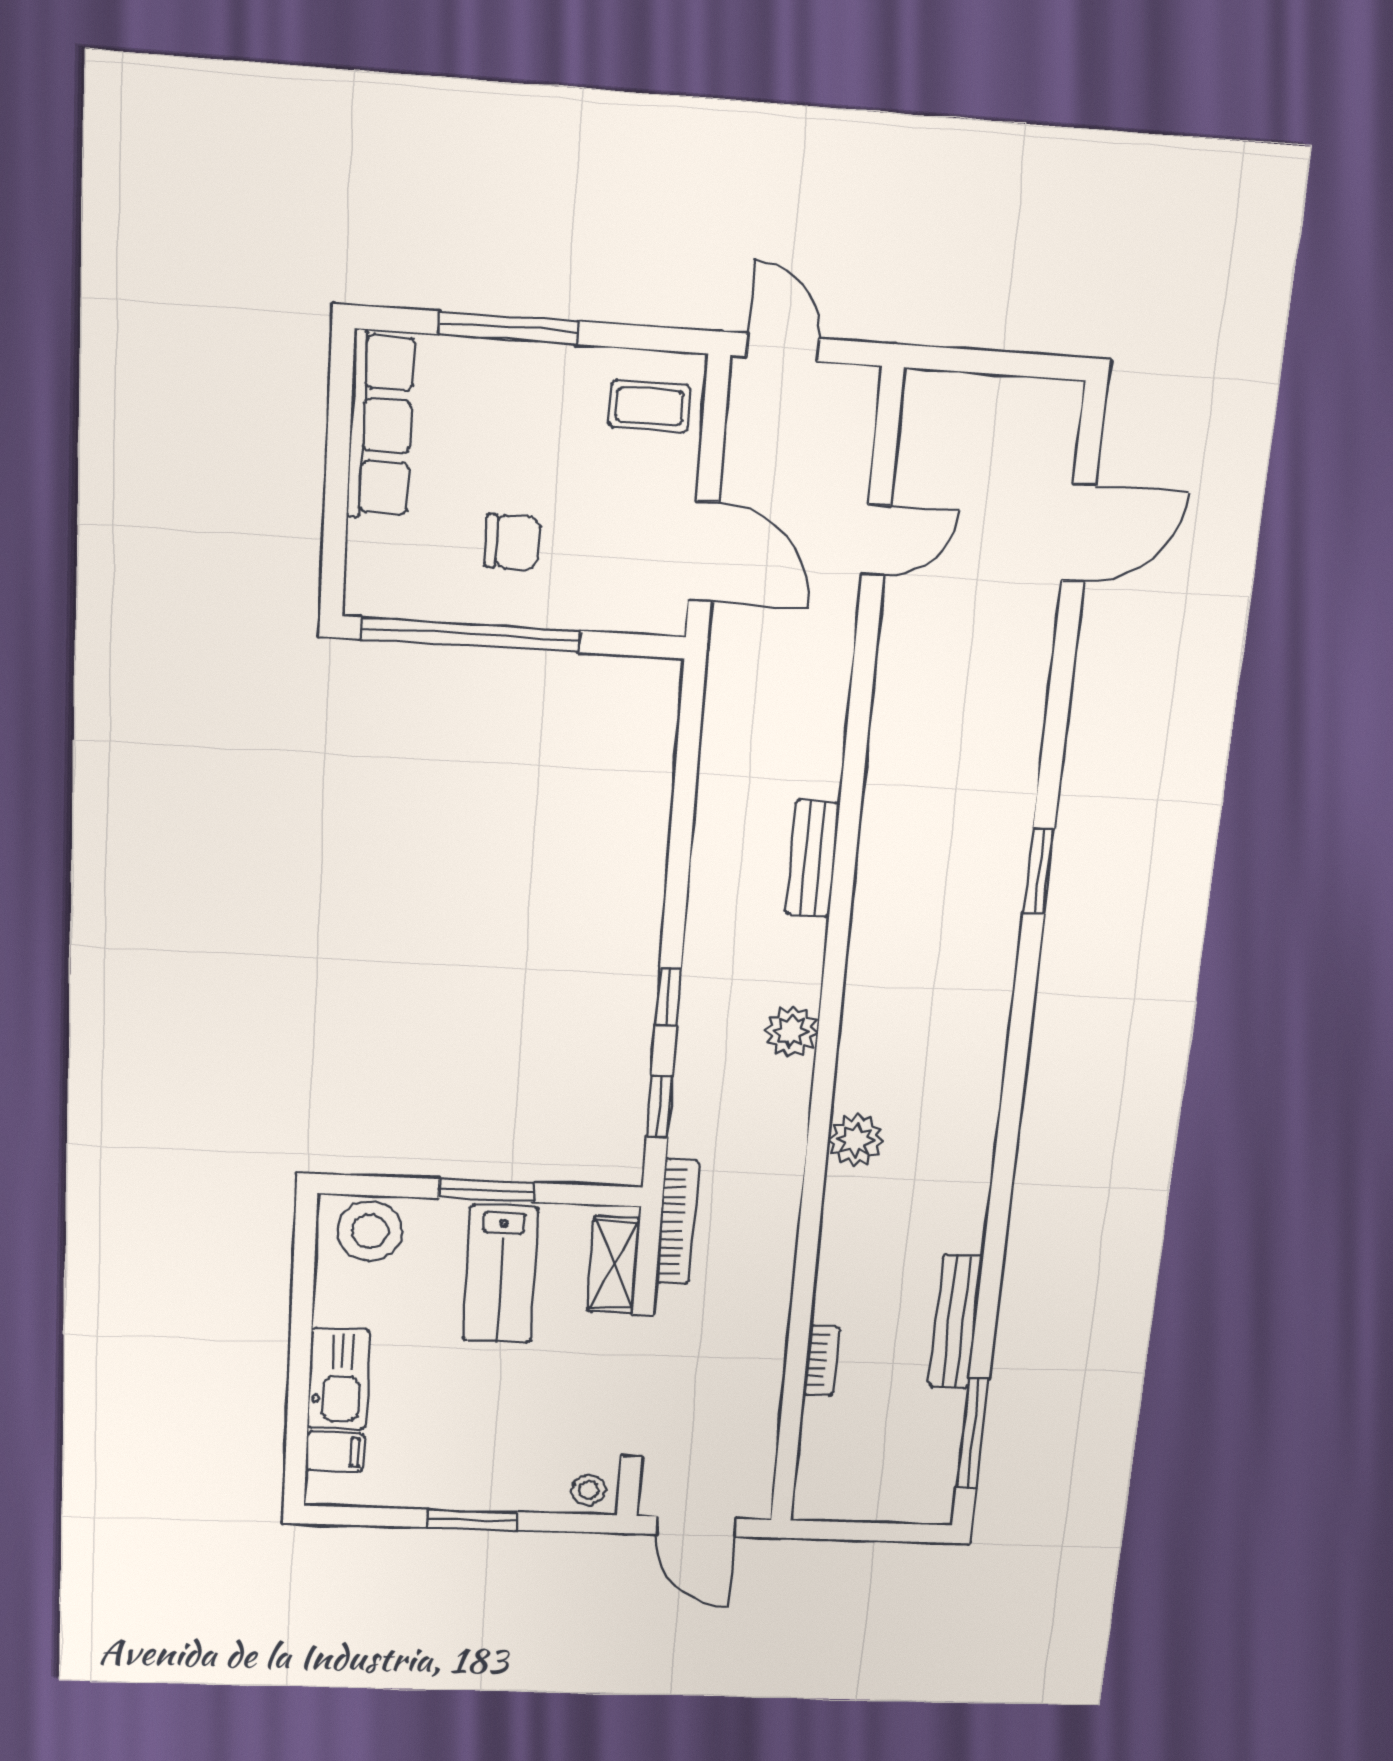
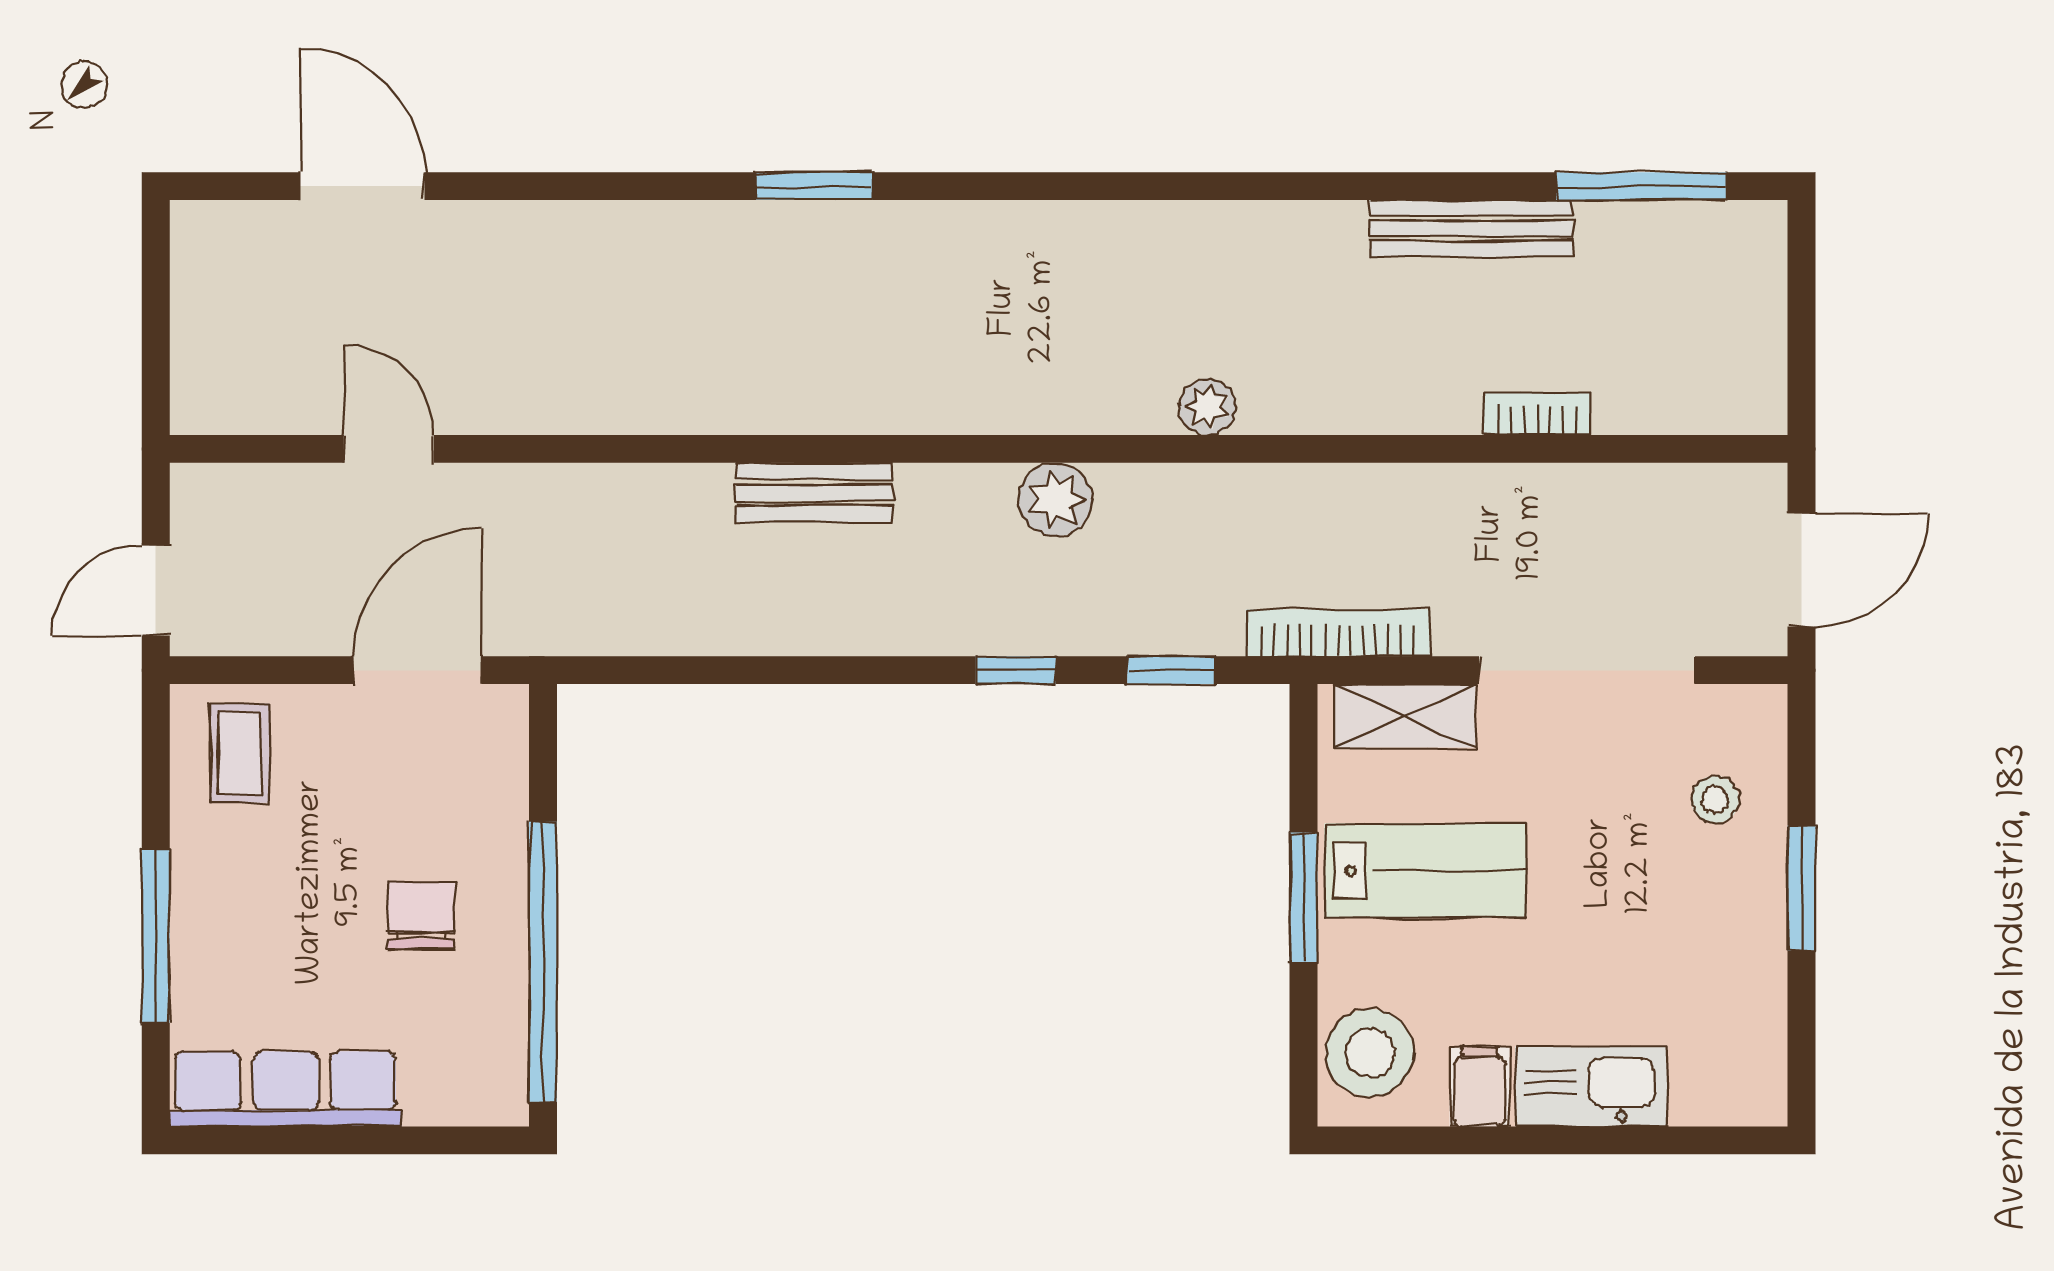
plant: (856, 1140) -> (1207, 407), width x0.73, depth x0.73
filing cabinet: (335, 1452) -> (1480, 1087), moved
stool: (589, 1490) -> (1715, 800), moved

